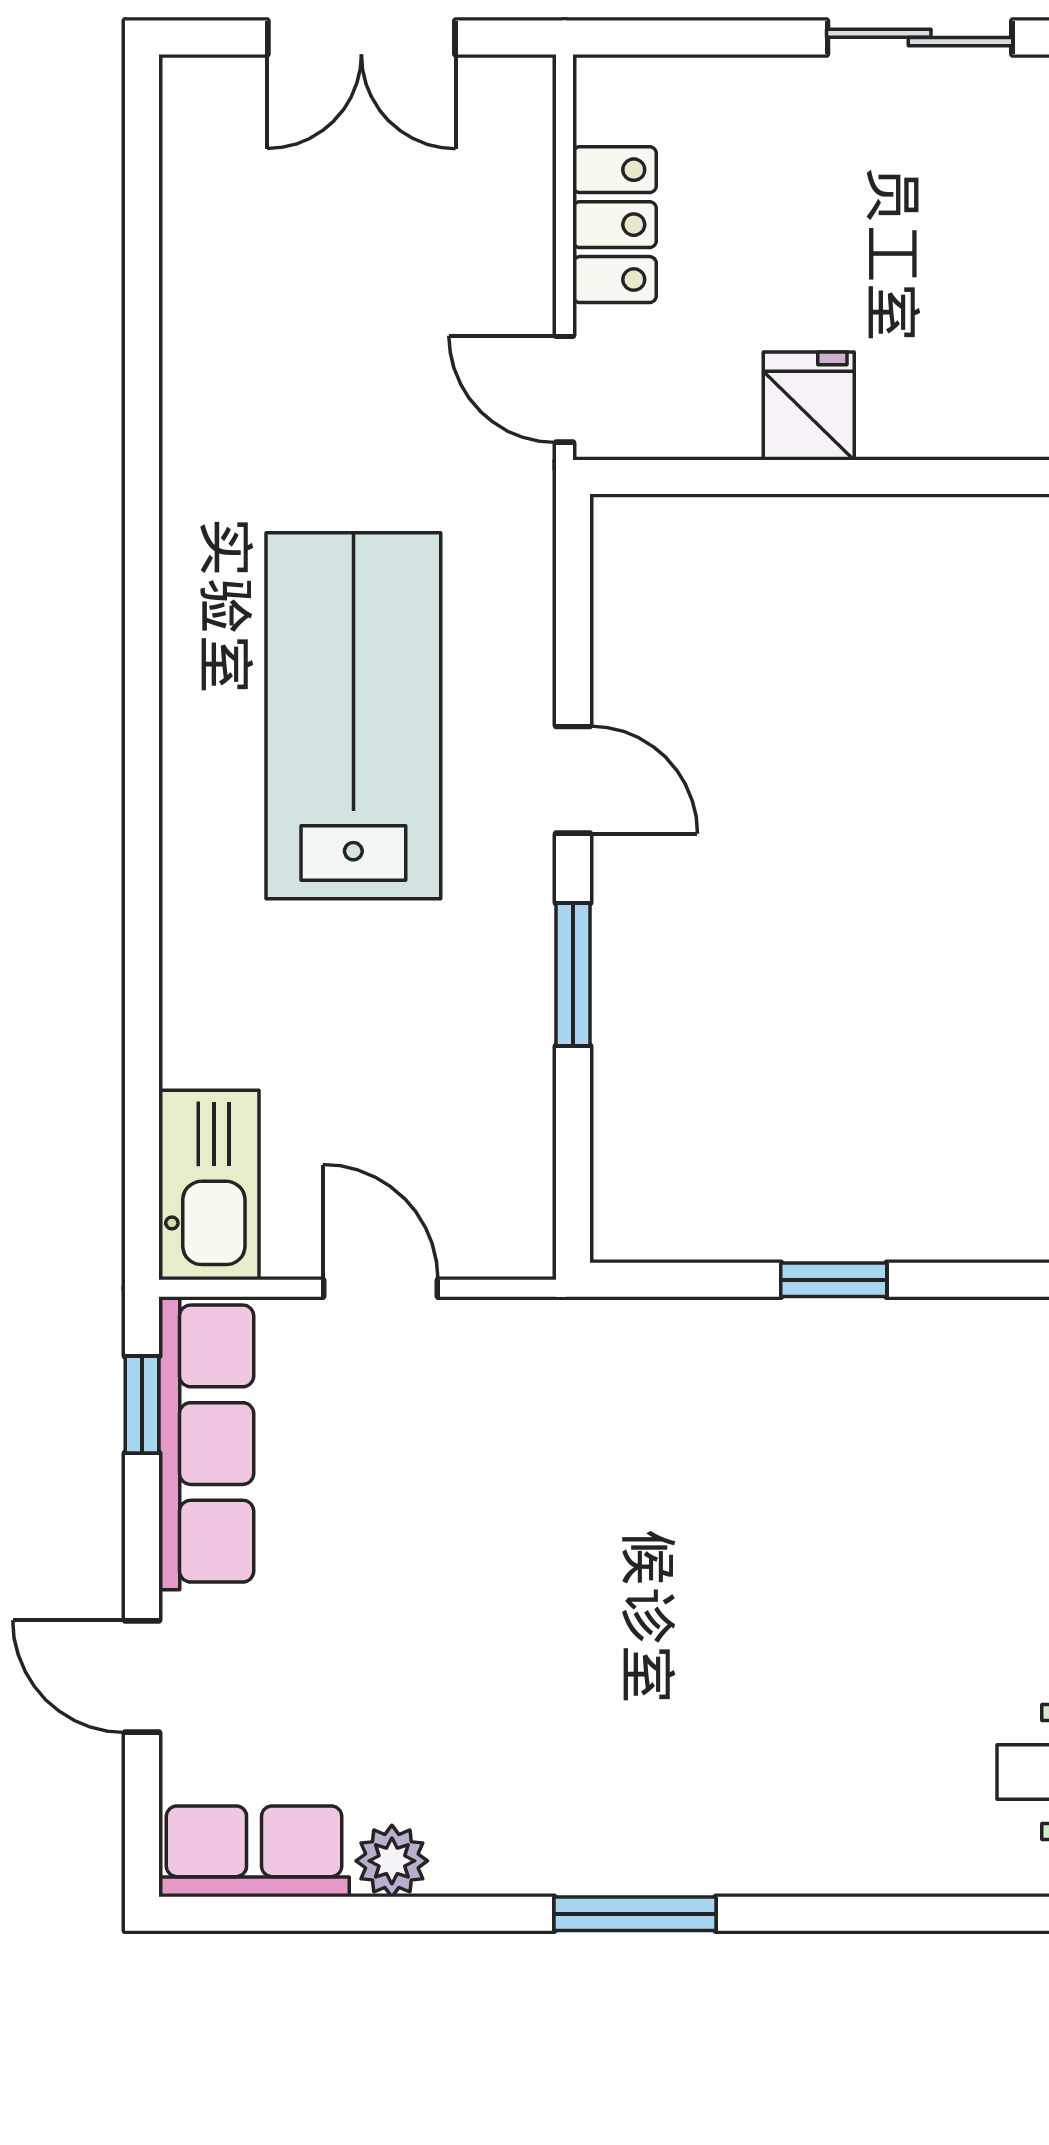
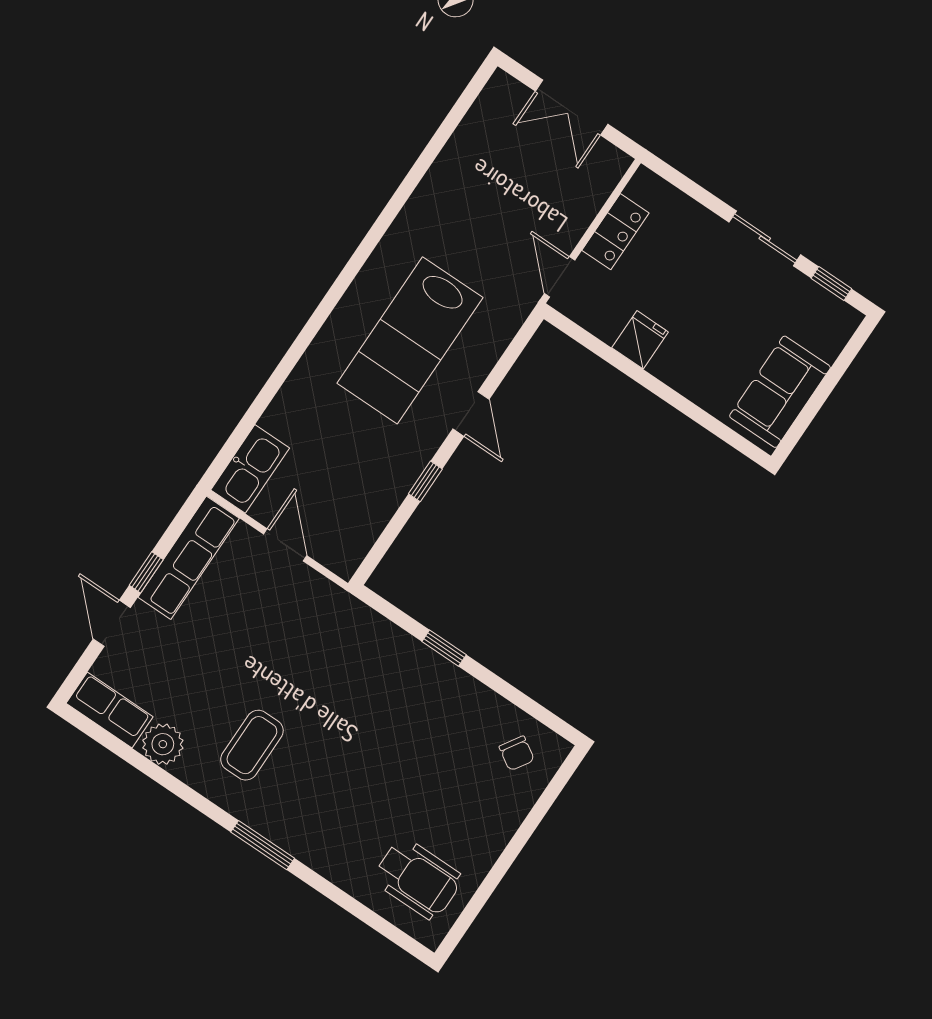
lab bench: (353, 716) -> (410, 340), turned 180
window: (573, 975) -> (425, 481), width x0.67
window: (142, 1405) -> (146, 572), moved
coffee table: (583, 1730) -> (252, 745), added
plant: (392, 1861) -> (163, 744), width x1.38, depth x1.38
window: (635, 1914) -> (263, 845), moved

